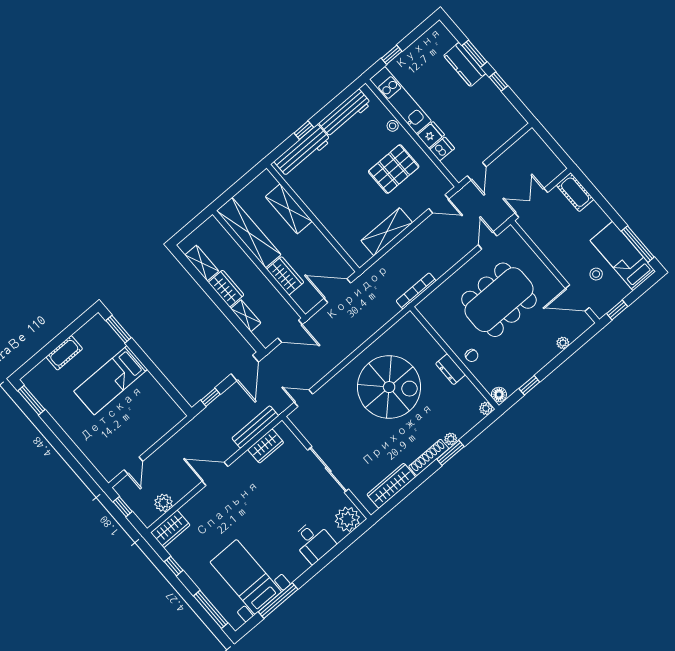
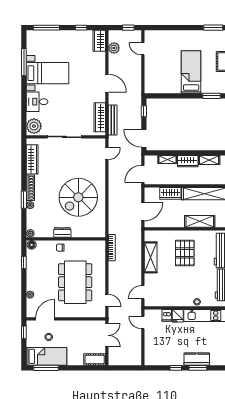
pallet: (394, 169) -> (185, 253), moved
wardrobe: (266, 446) -> (100, 117), width x1.50
door: (215, 474) -> (107, 83), hinge flipped
bed with nightstands: (246, 577) -> (47, 73), moved

